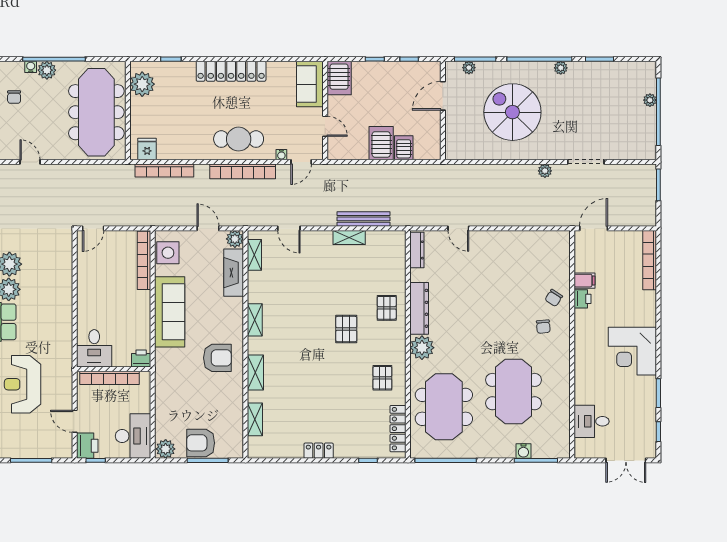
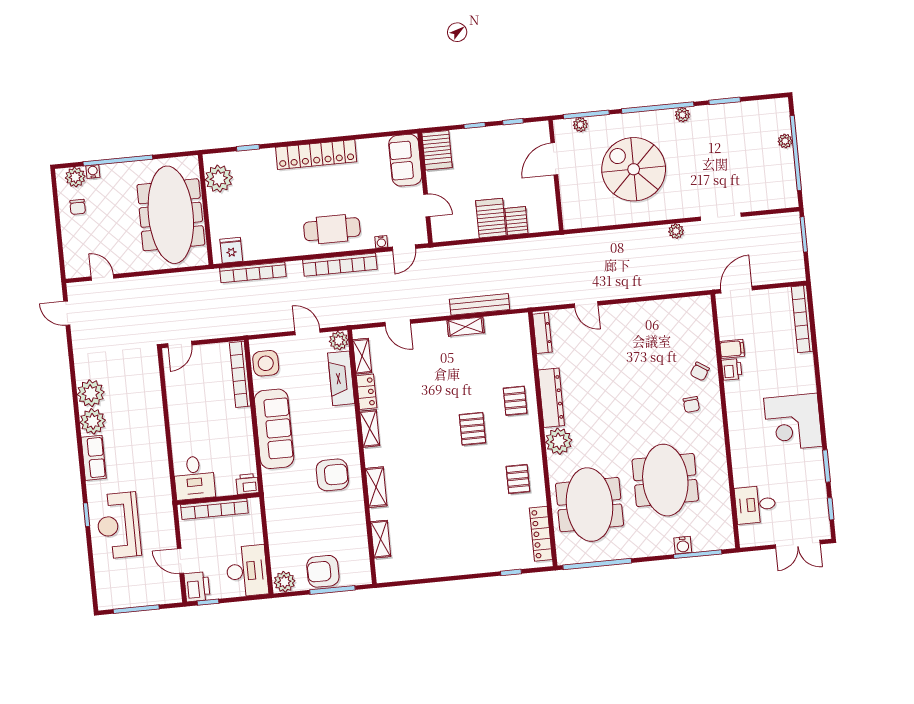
plant: (47, 70) -> (75, 177), moved
locker: (319, 451) -> (367, 392), moved, turned 90

